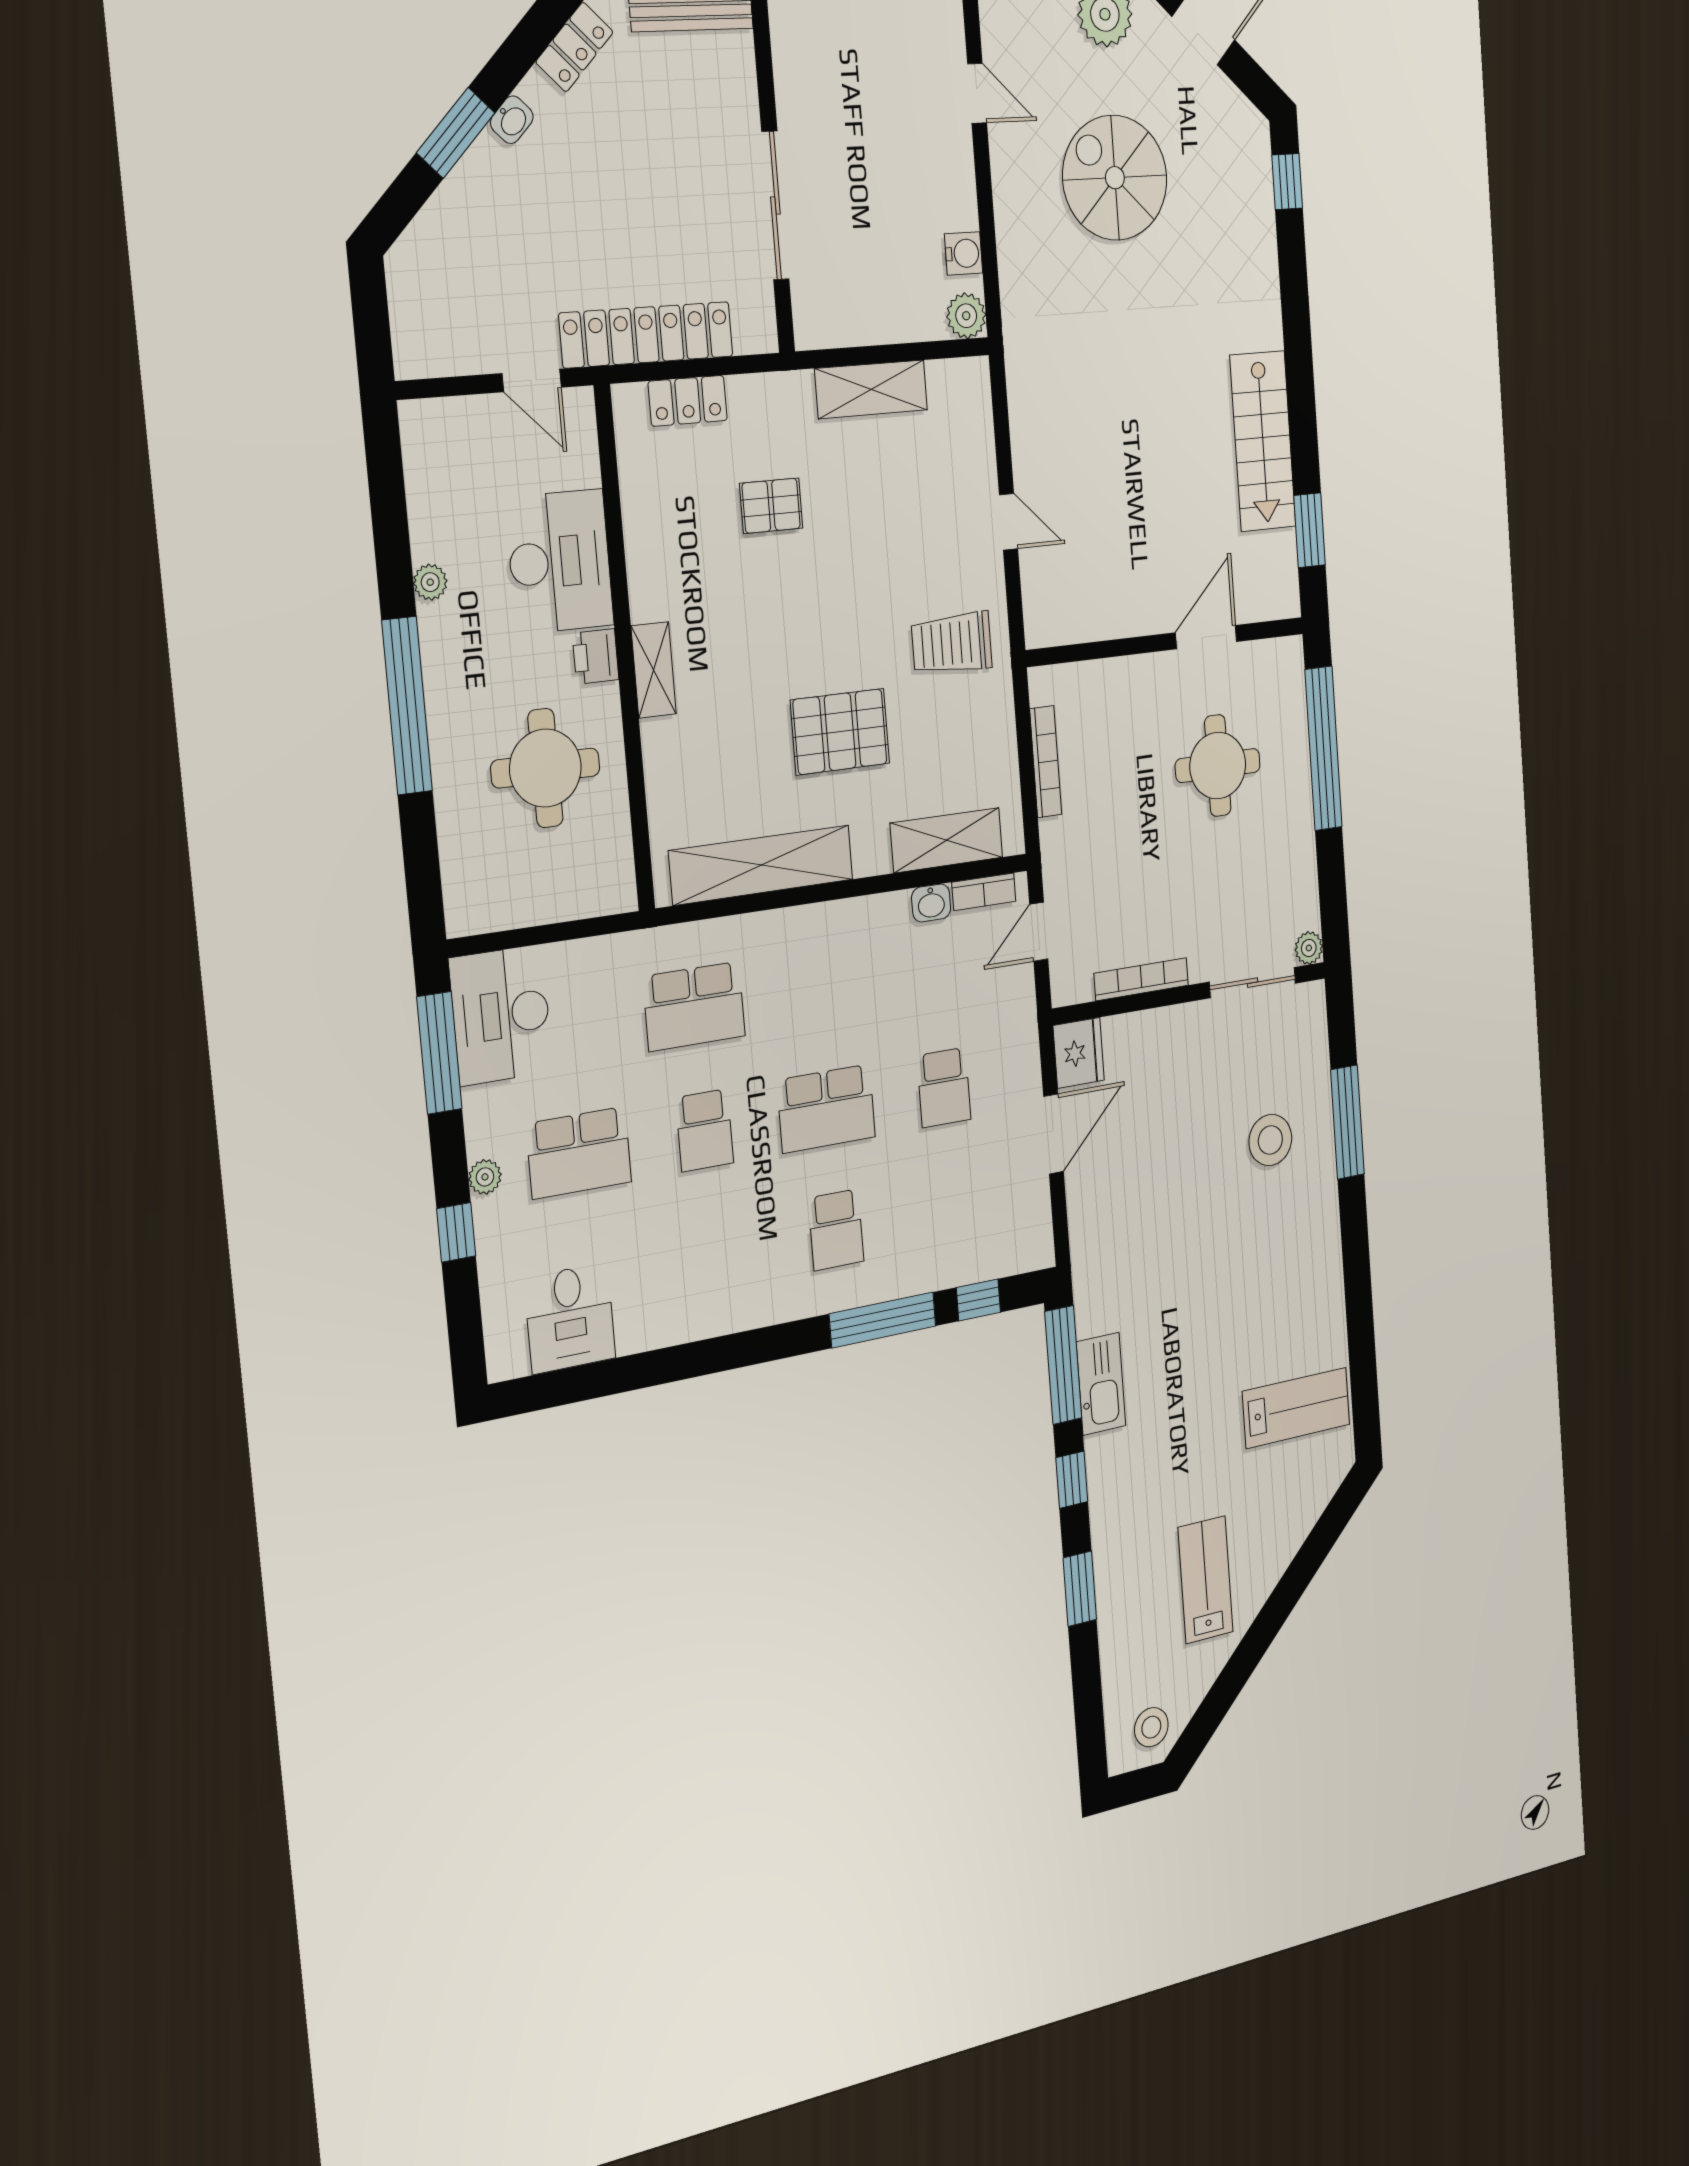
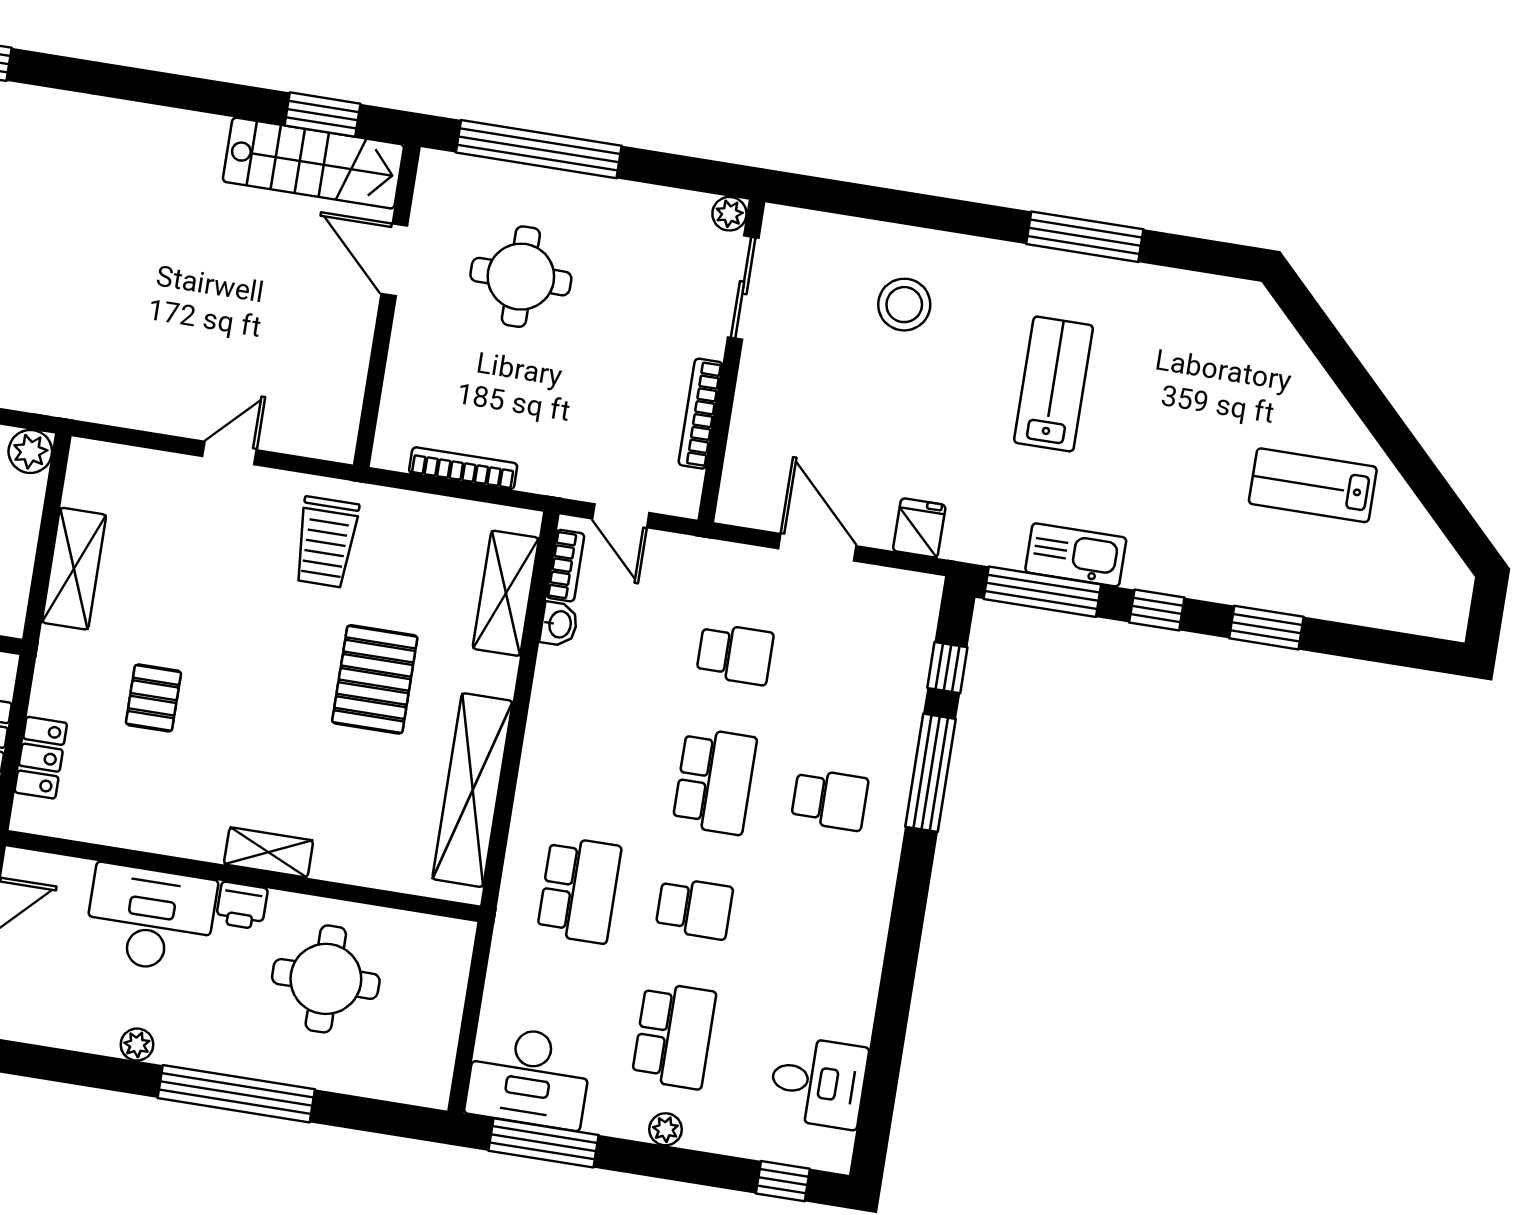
stairs: (1263, 441) -> (313, 163), moved
fridge: (1079, 1053) -> (919, 528), moved, width x0.72
window: (1347, 1122) -> (1085, 237), moved
window: (456, 1232) -> (783, 1181), moved
lab bench: (1296, 1408) -> (1054, 384), moved
stool: (1151, 1727) -> (1435, 582), removed

